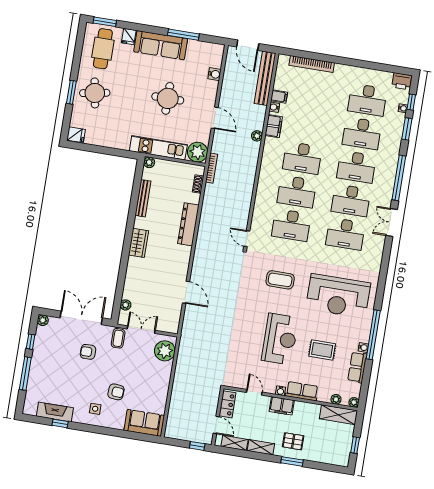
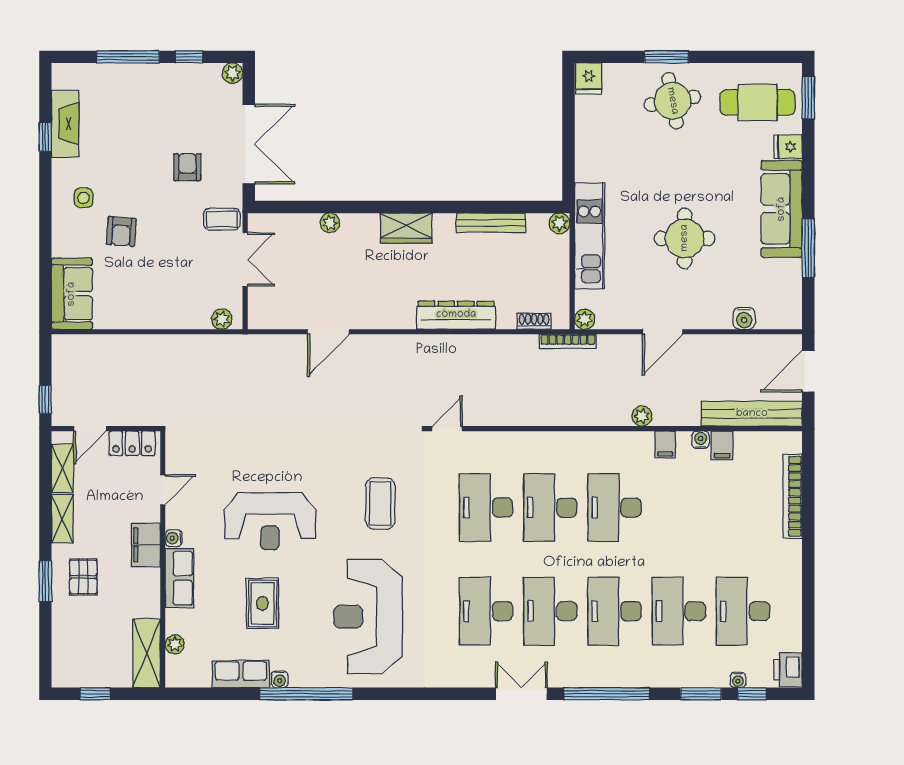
filing cabinet: (274, 126) -> (665, 445), width x0.50
plant: (198, 152) -> (585, 319), width x0.53, depth x0.53
plant: (126, 305) -> (330, 223), moved
plant: (165, 351) -> (222, 319), width x0.53, depth x0.53
plant: (354, 402) -> (174, 678), removed

